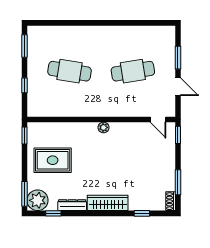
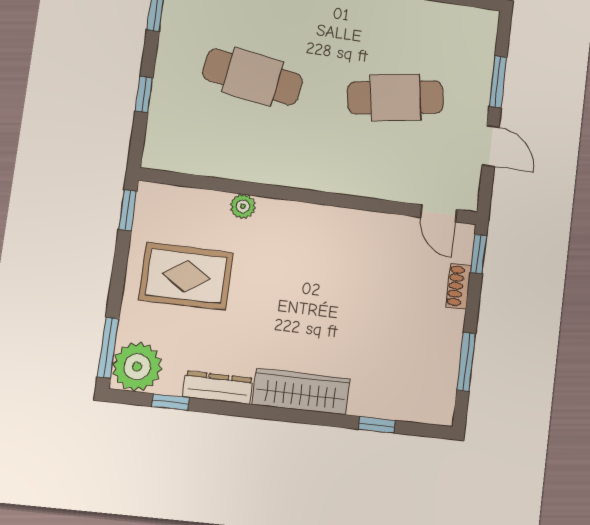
plant: (103, 127) -> (243, 206), moved
shoe rack: (171, 201) -> (458, 286), moved

